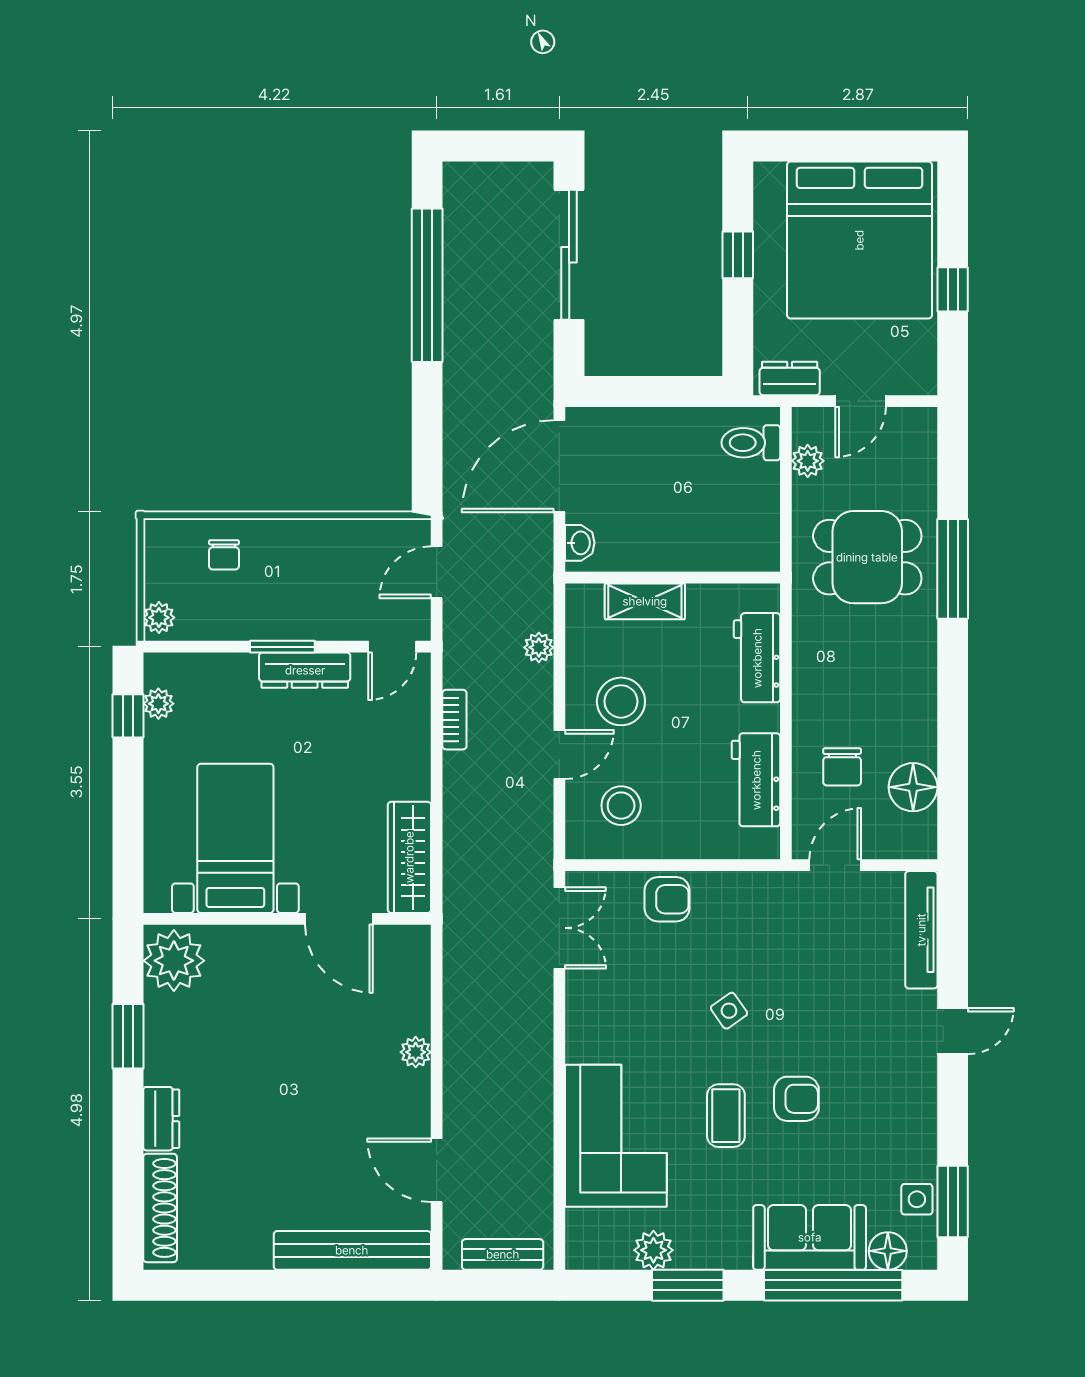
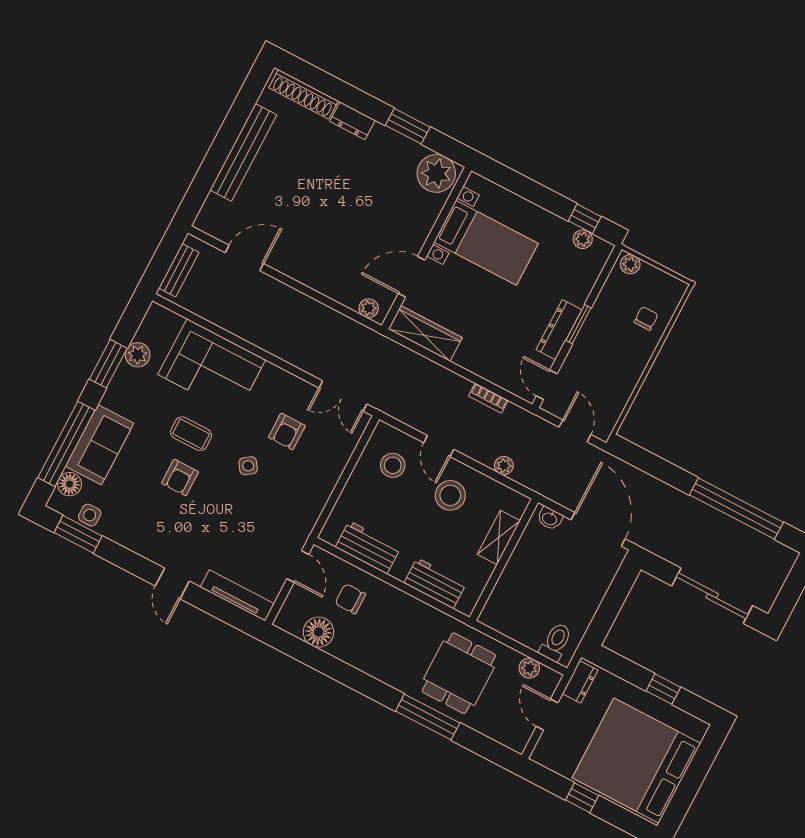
chair: (224, 555) -> (646, 318), turned 90
armchair: (667, 899) -> (287, 432), moved
plant: (416, 1052) -> (369, 308), moved
bench: (352, 1250) -> (243, 152), moved

